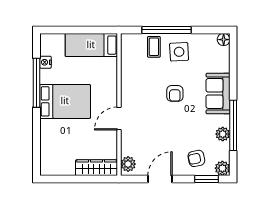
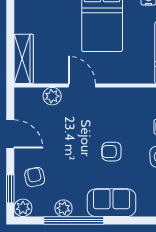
plant: (128, 164) -> (52, 96), moved

